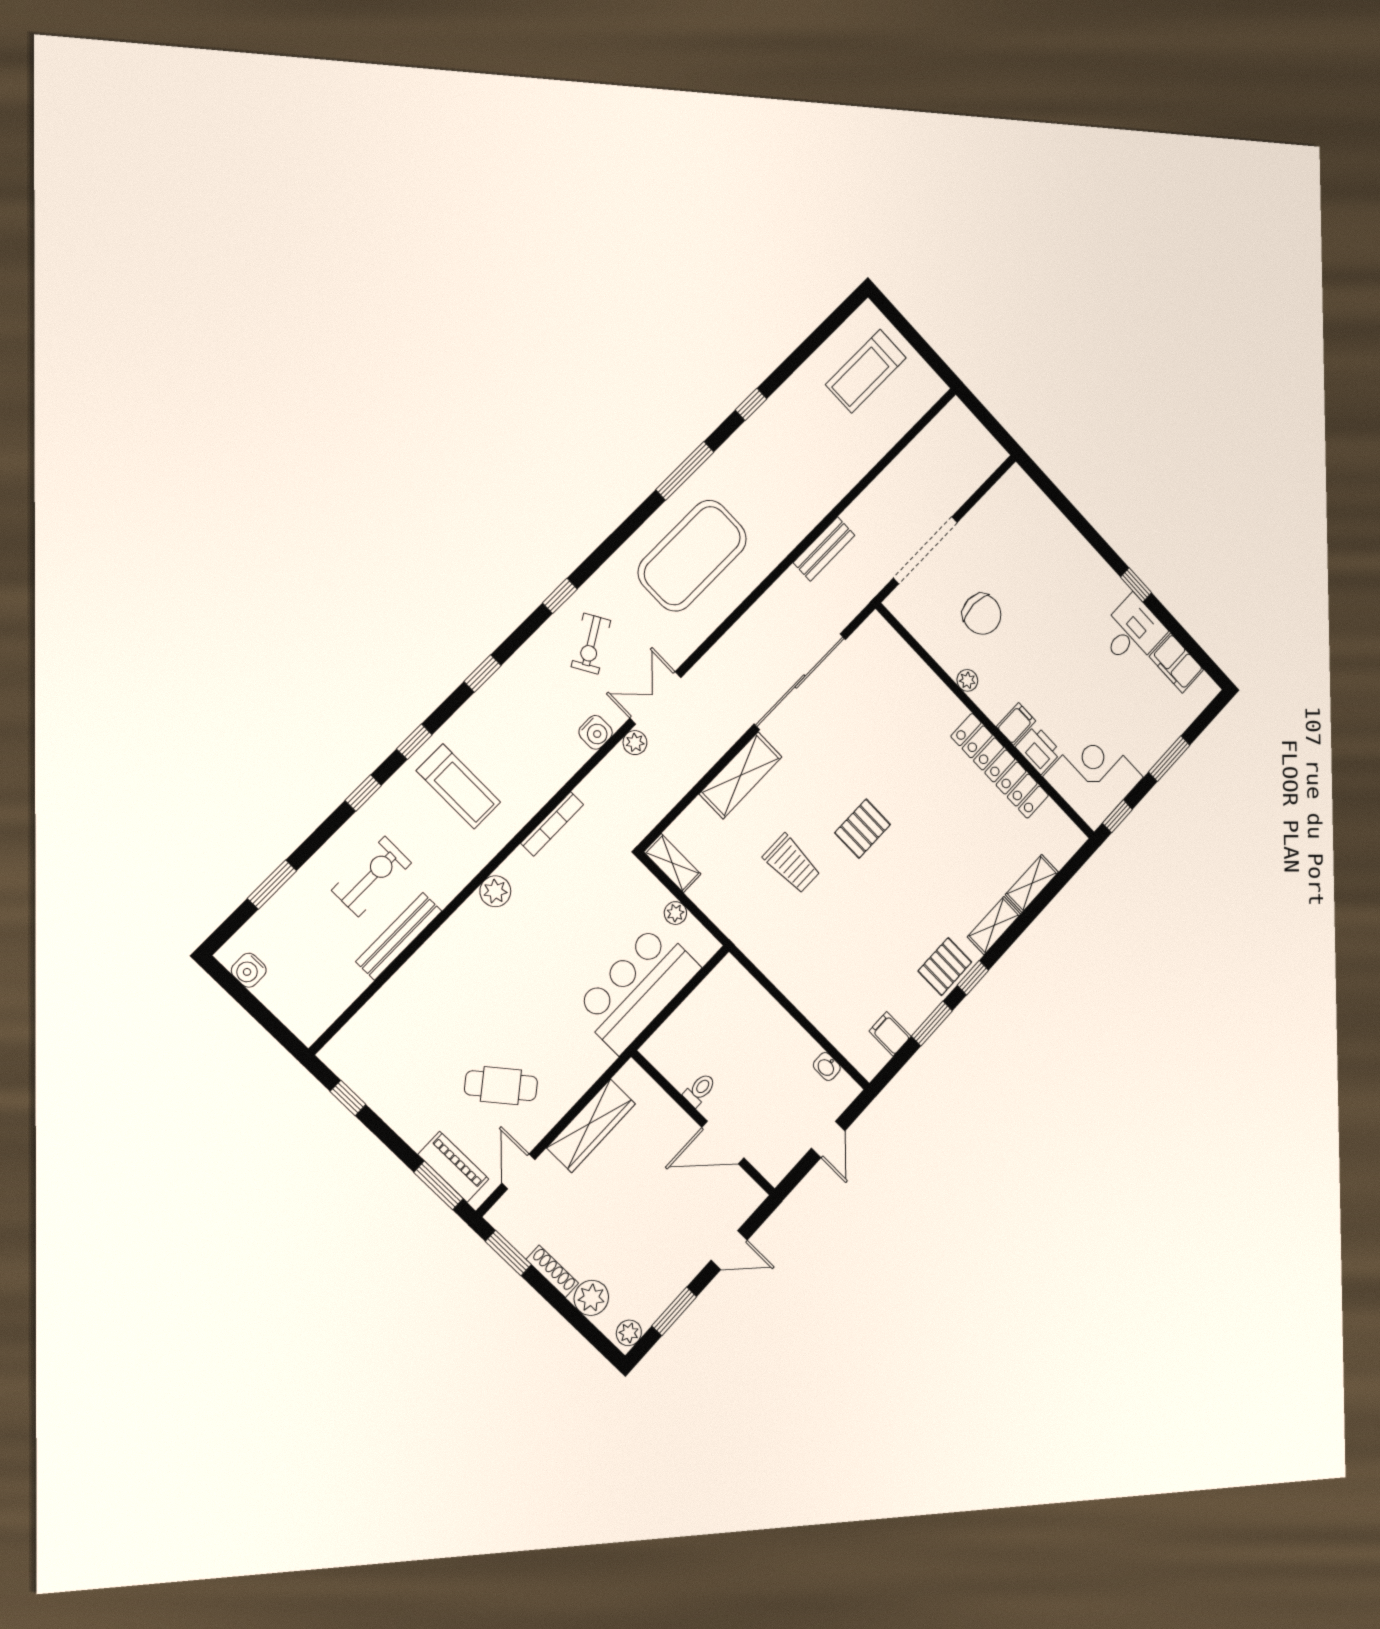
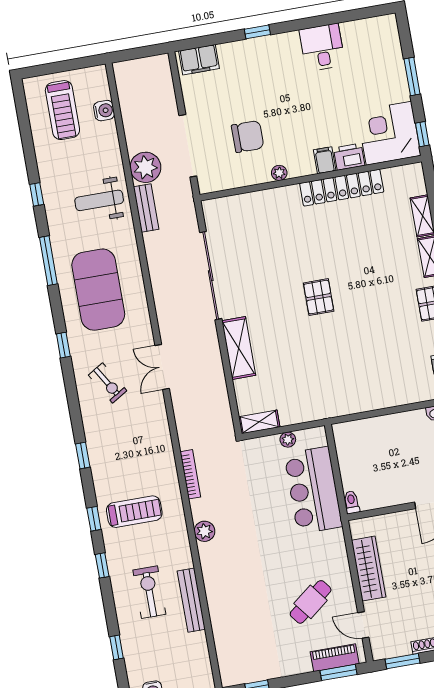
weight bench: (795, 486) -> (99, 200), added
window: (1136, 585) -> (257, 32), moved
window: (560, 596) -> (63, 345), moved
filing cabinet: (1176, 663) -> (199, 60), moved
water cooler: (596, 732) -> (104, 111), moved
plant: (635, 743) -> (145, 167), moved, width x1.88, depth x1.88
trolley: (792, 864) -> (308, 353), removed
window: (272, 885) -> (117, 647), width x0.67
toilet: (700, 1090) -> (352, 502), moved

